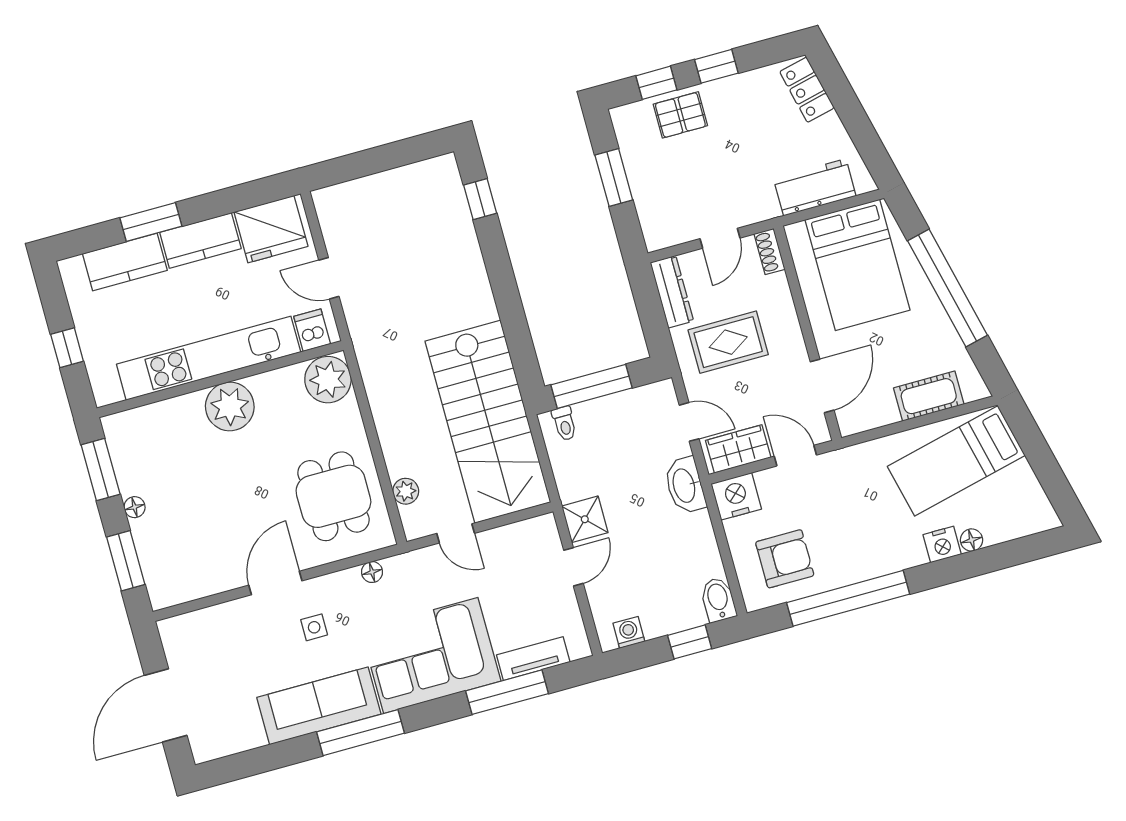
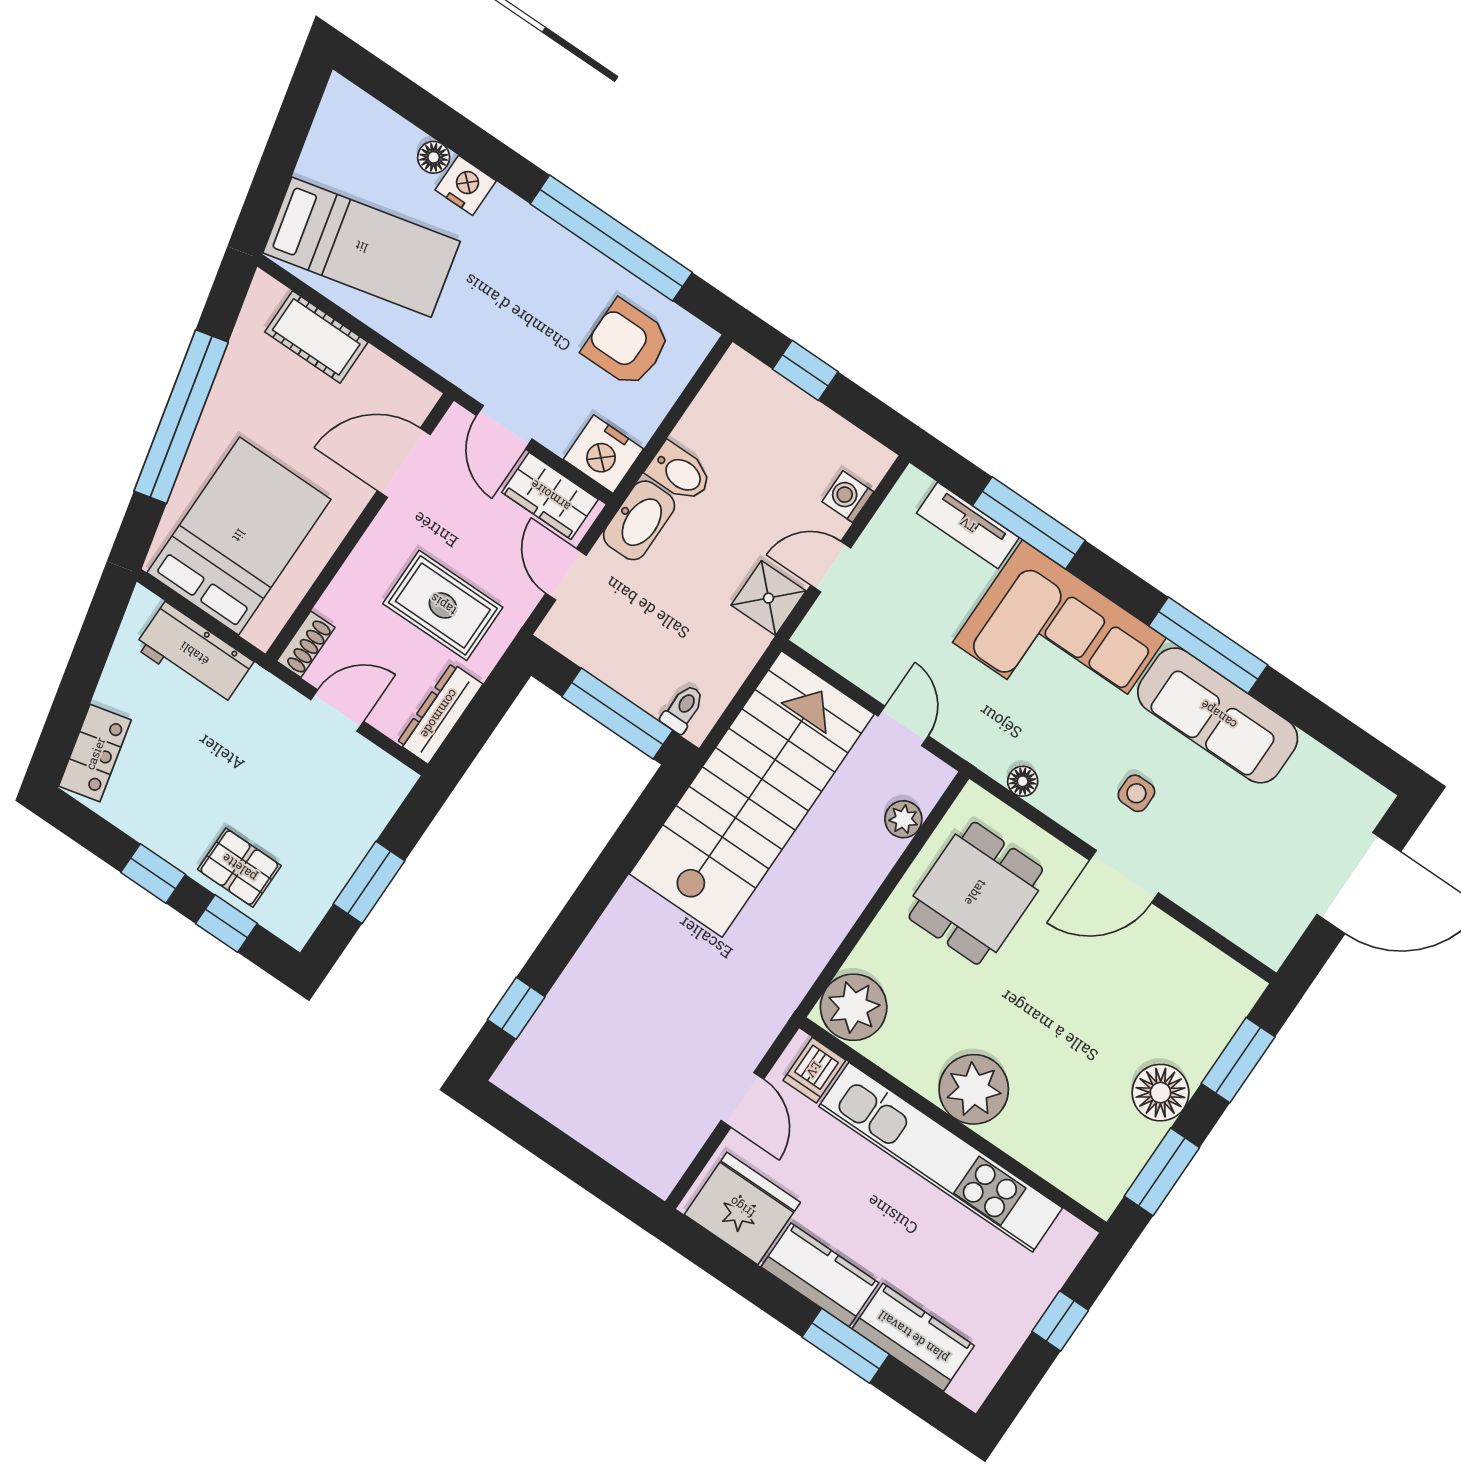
floor lamp: (135, 507) -> (1160, 1093), width x1.89, depth x1.89
bidet: (718, 600) -> (680, 472), moved, turned -90
washing machine: (629, 632) -> (848, 497), moved, turned 90

